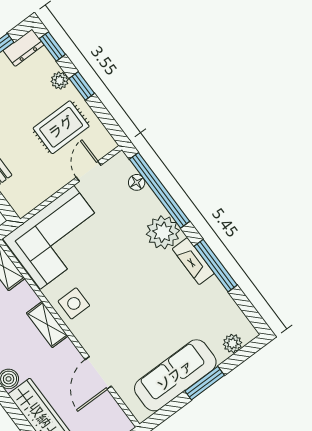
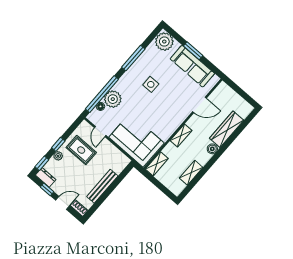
door: (89, 171) -> (100, 132), hinge flipped
plant: (163, 232) -> (113, 99), moved
fireplace: (193, 261) -> (134, 70), removed
side table: (74, 303) -> (151, 84), moved
plant: (233, 343) -> (164, 42), width x1.88, depth x1.88

